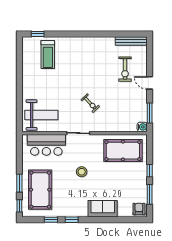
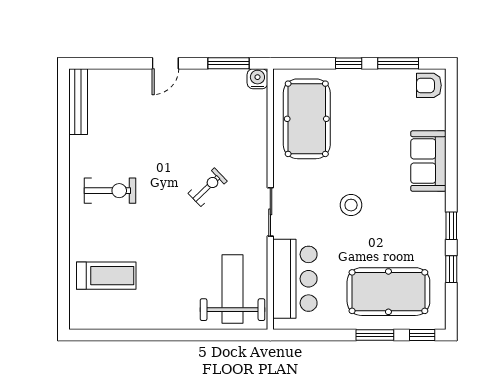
window: (38, 34) -> (63, 297), removed
exercise bike: (125, 69) -> (110, 191), moved

